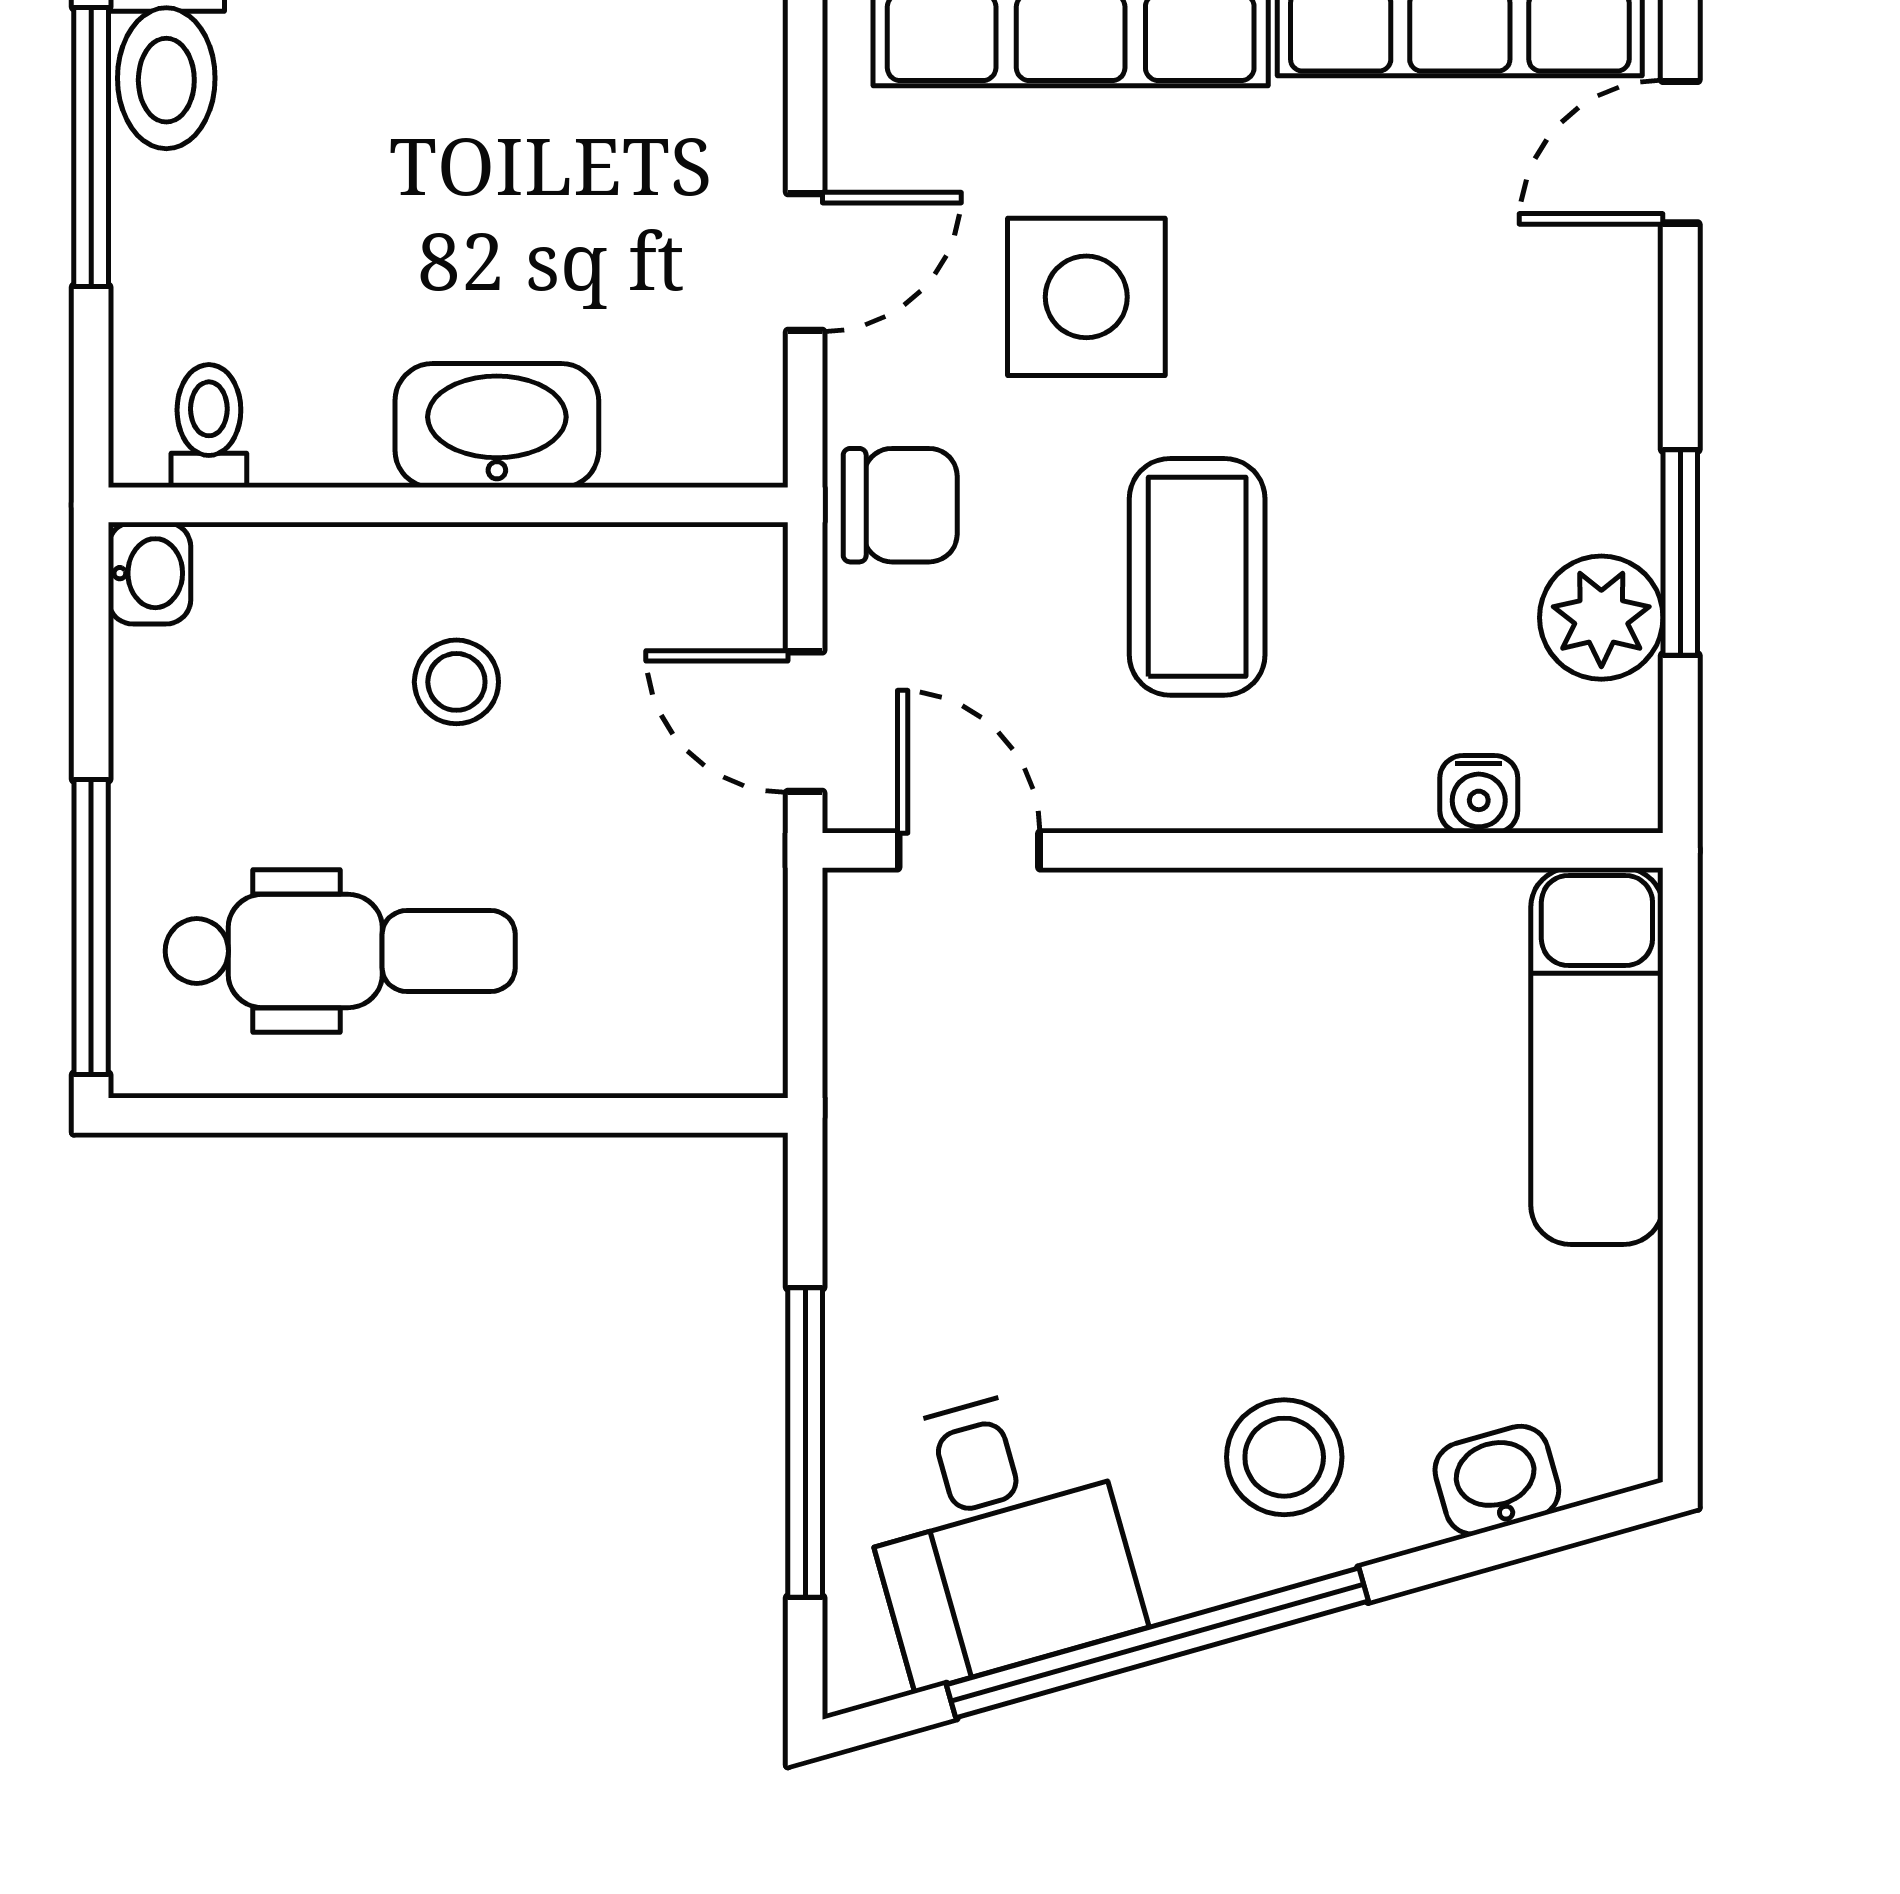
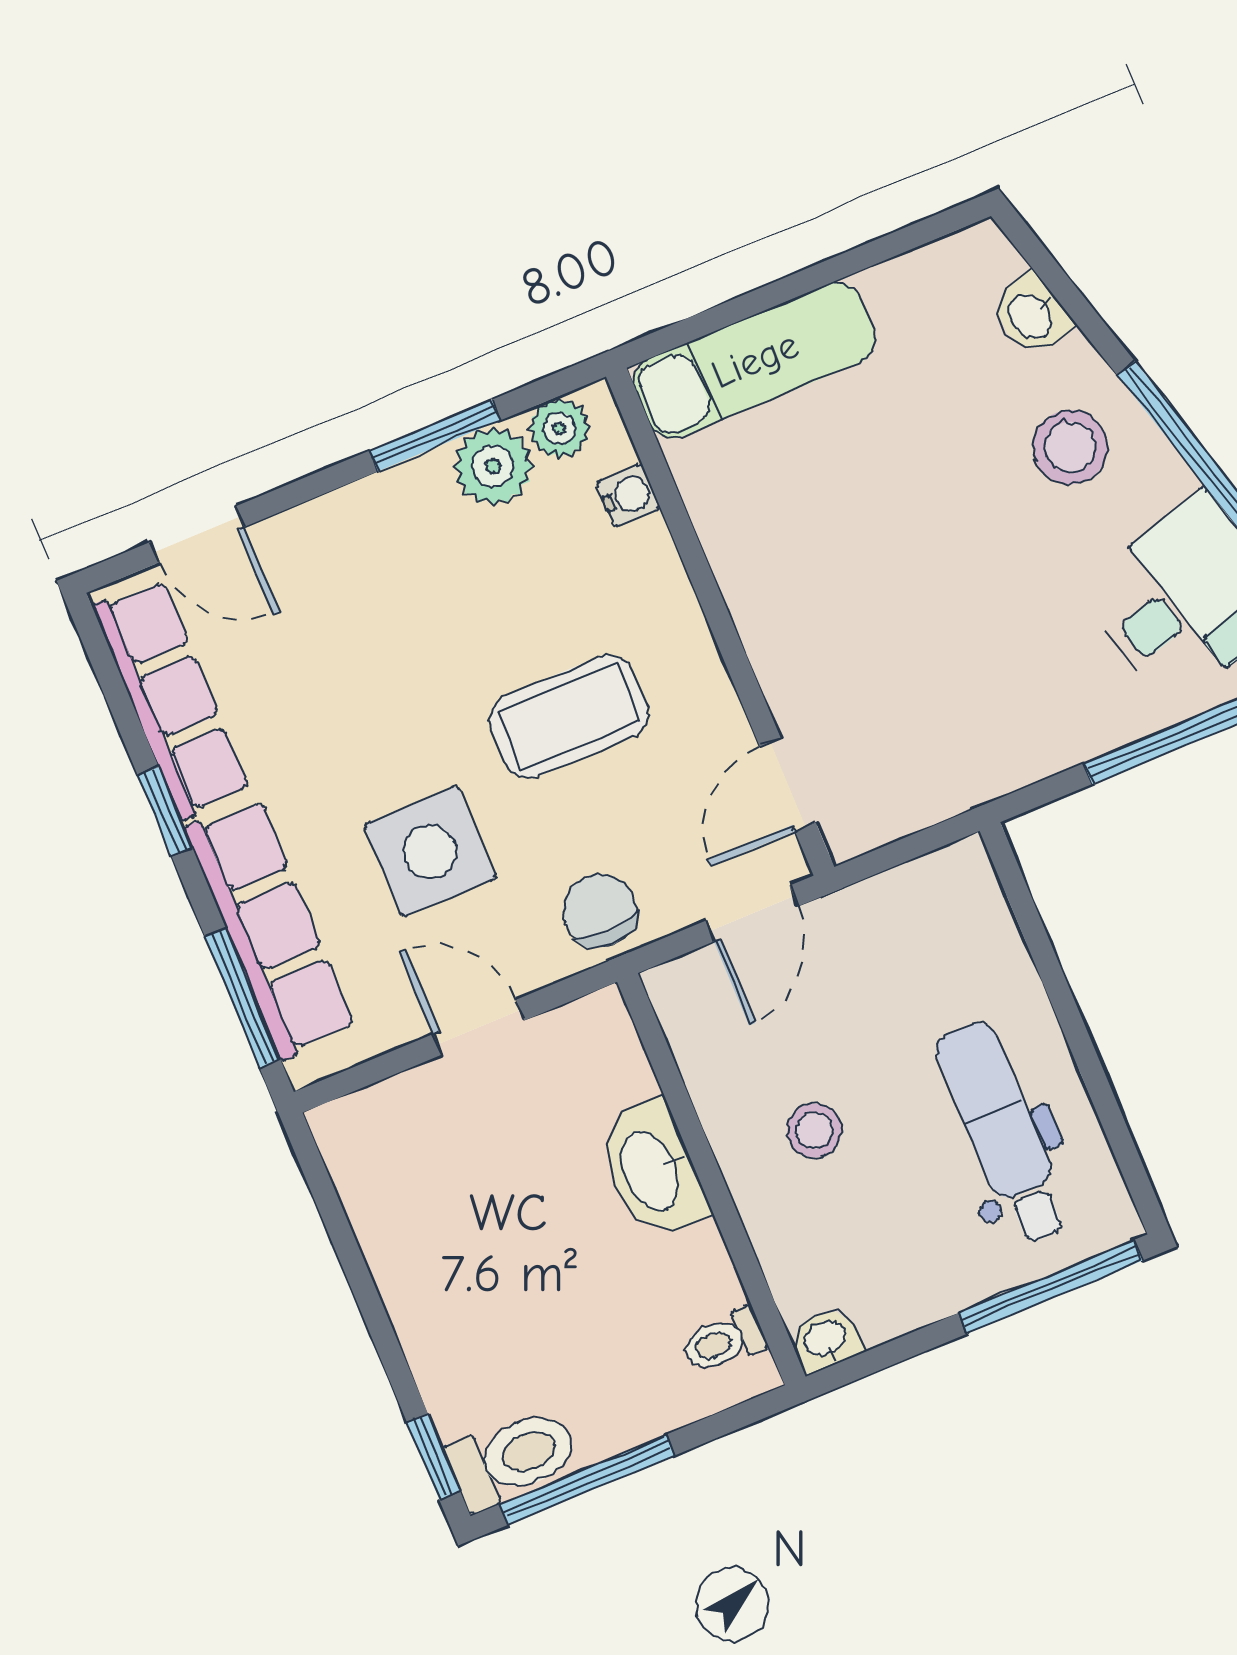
plant: (1616, 735) -> (559, 428), added

